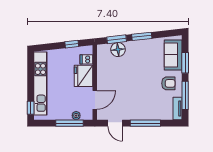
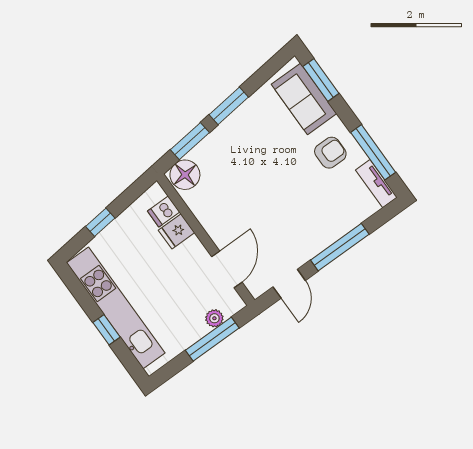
window: (72, 44) -> (100, 222), moved
floor lamp: (118, 50) -> (185, 175), moved
window: (185, 63) -> (321, 80), moved
fridge: (84, 76) -> (177, 231), width x0.53, depth x0.75
window: (31, 108) -> (106, 330), moved
door: (115, 123) -> (289, 284), hinge flipped

